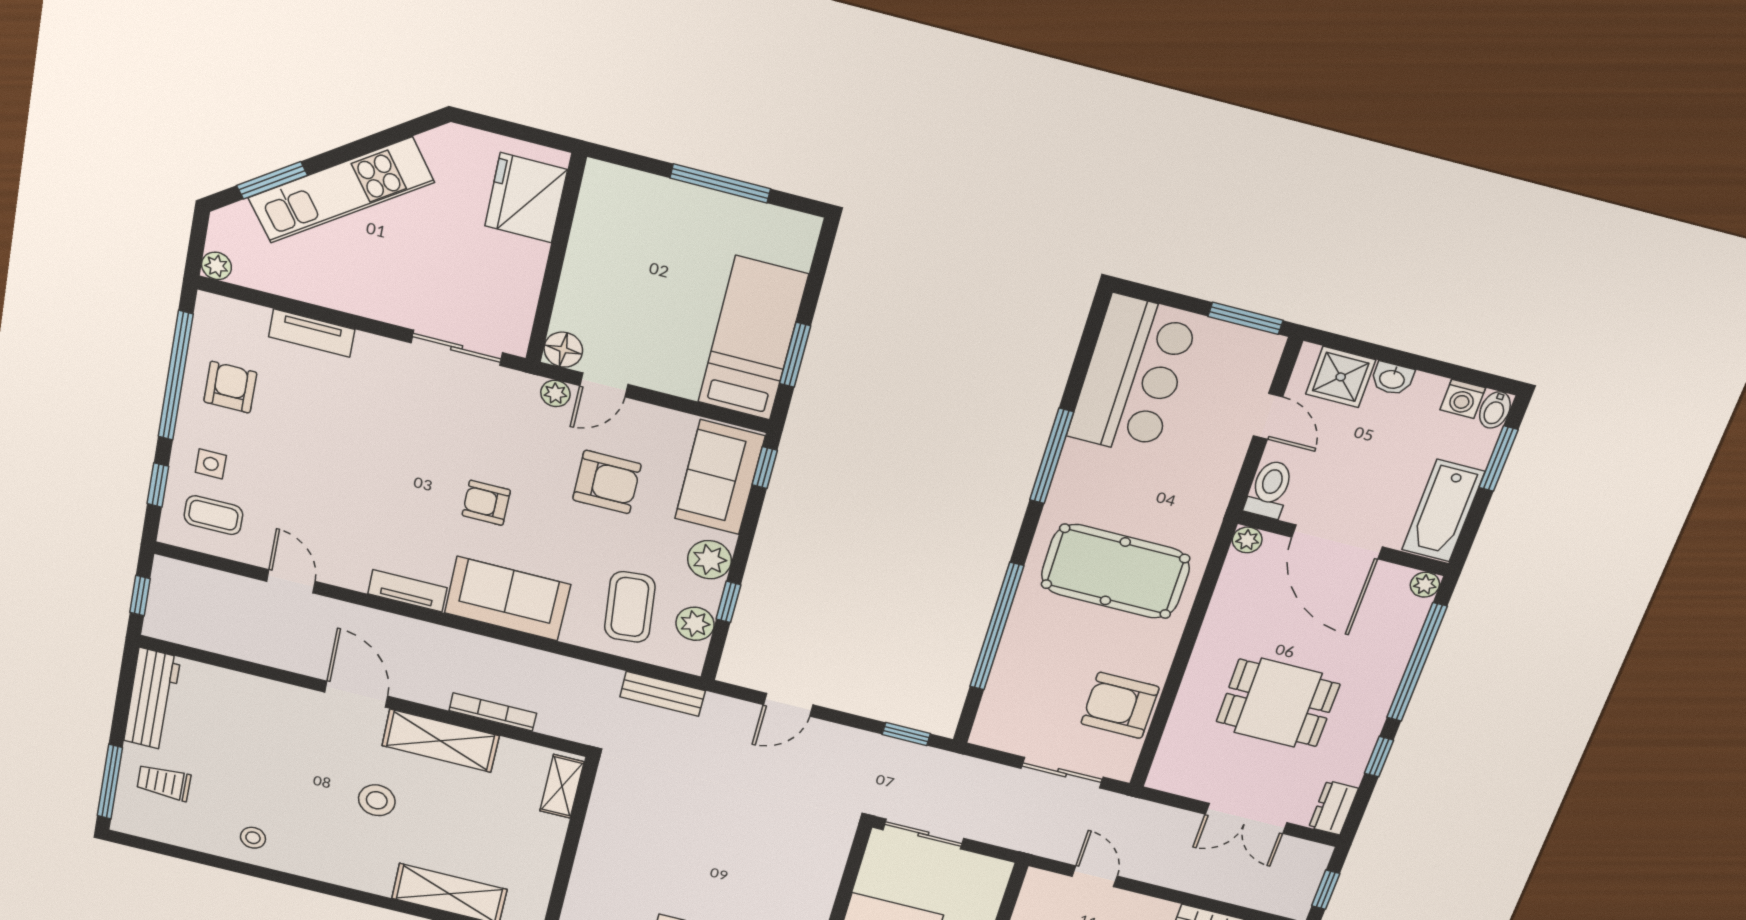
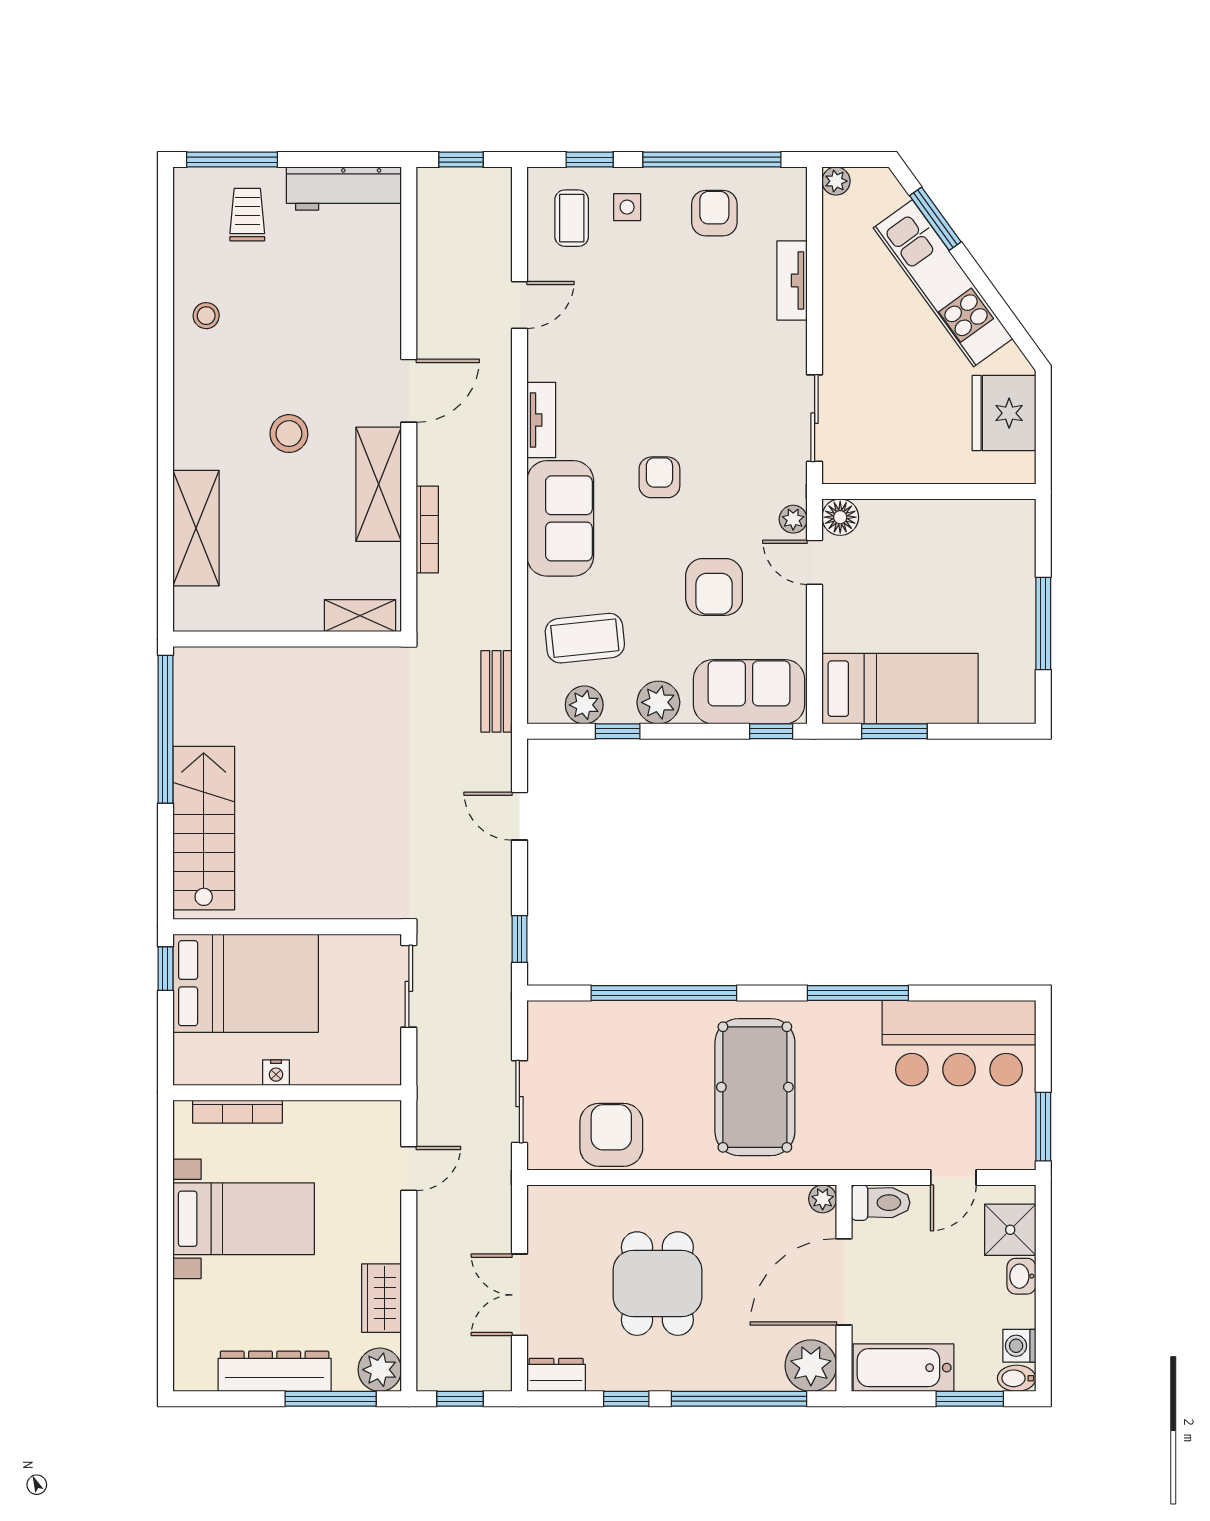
fridge: (526, 198) -> (1004, 413), moved, turned -90
armchair: (230, 387) -> (714, 213), turned -90
plant: (1425, 585) -> (811, 1366), width x1.88, depth x1.88

